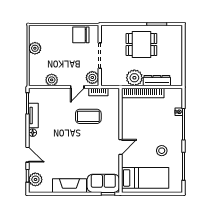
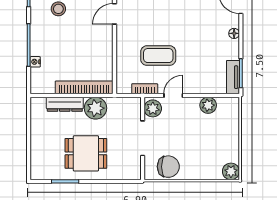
plant: (35, 48) -> (231, 171), moved
tv unit: (33, 116) -> (233, 77), moved

